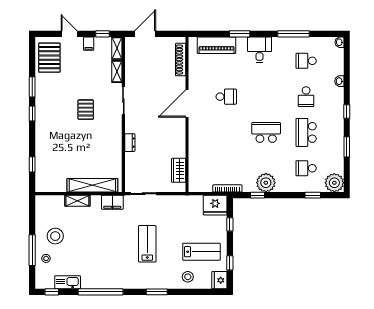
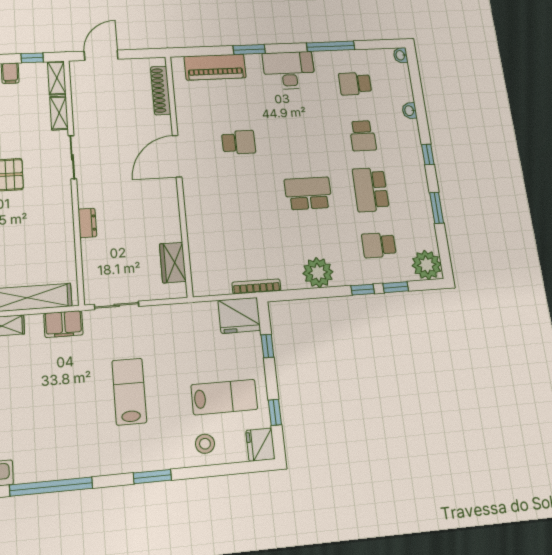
desk: (260, 50) -> (289, 70), width x1.37
window: (257, 195) -> (363, 290), moved

